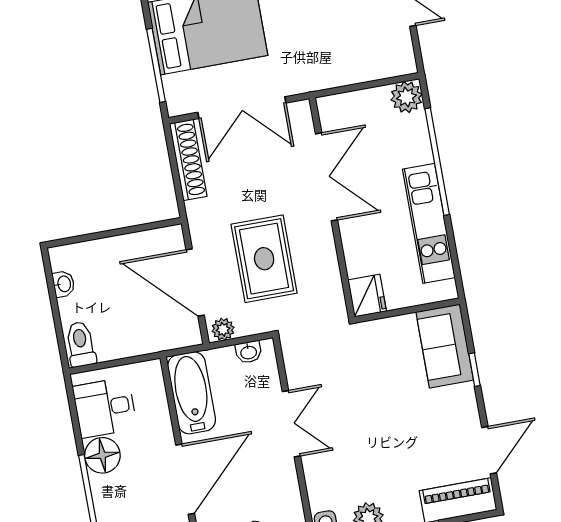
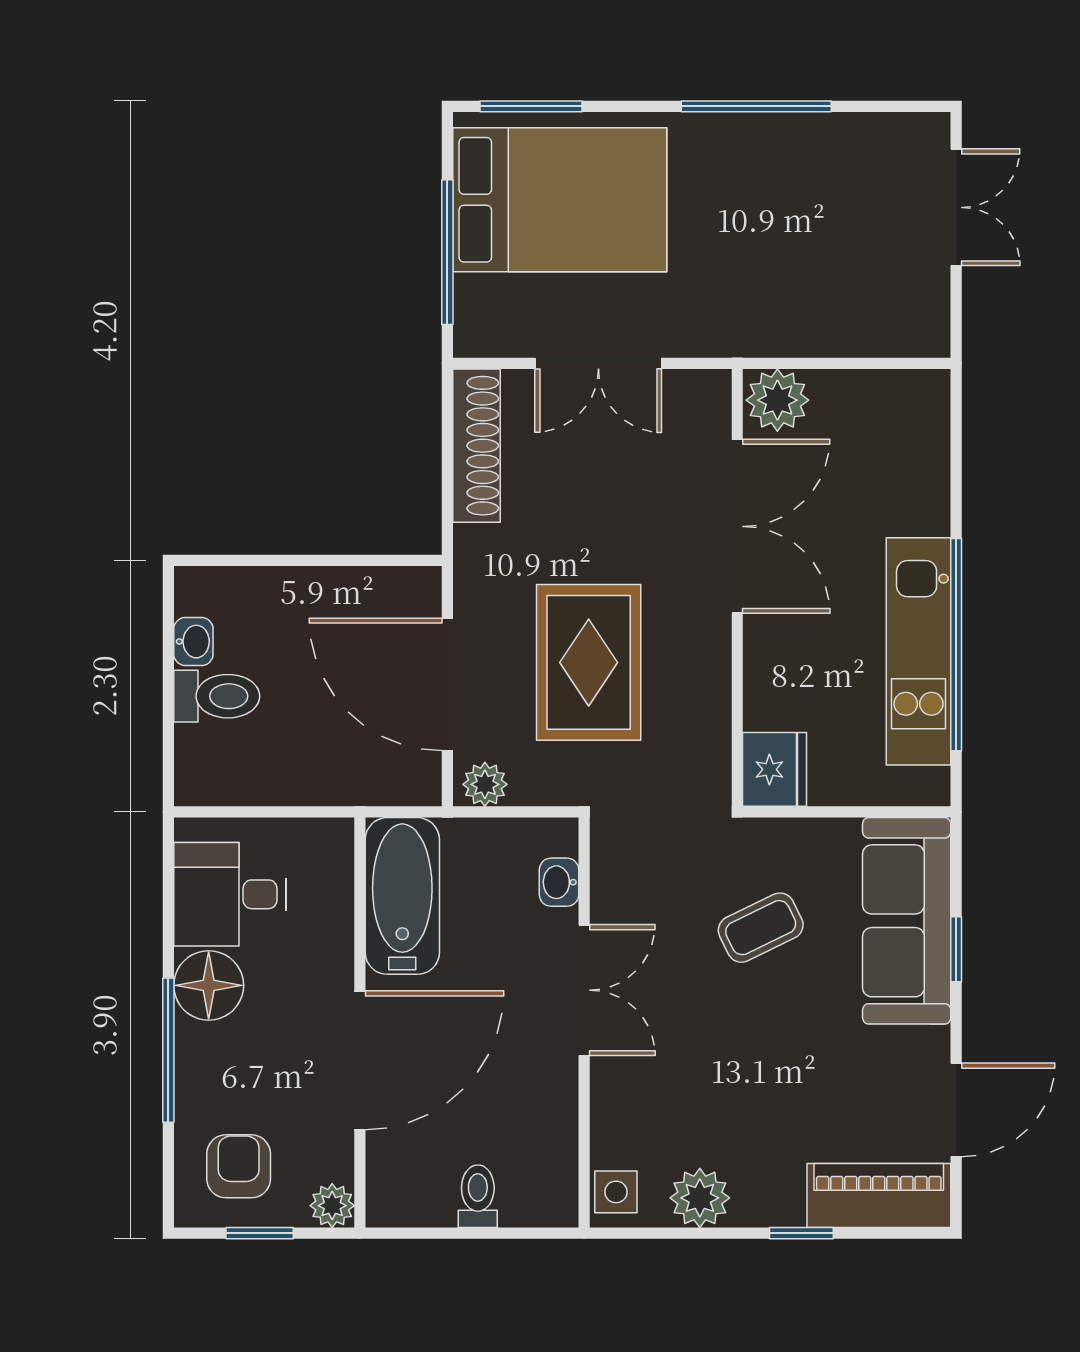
plant: (407, 97) -> (777, 400), moved
double door: (242, 108) -> (598, 363), width x0.73
window: (437, 162) -> (956, 645), moved
toilet: (81, 344) -> (217, 696), moved, turned 90
sofa: (445, 346) -> (907, 921), width x1.36
washbasin: (249, 352) -> (559, 882), moved, turned 90
coffee table: (374, 376) -> (761, 928), added

